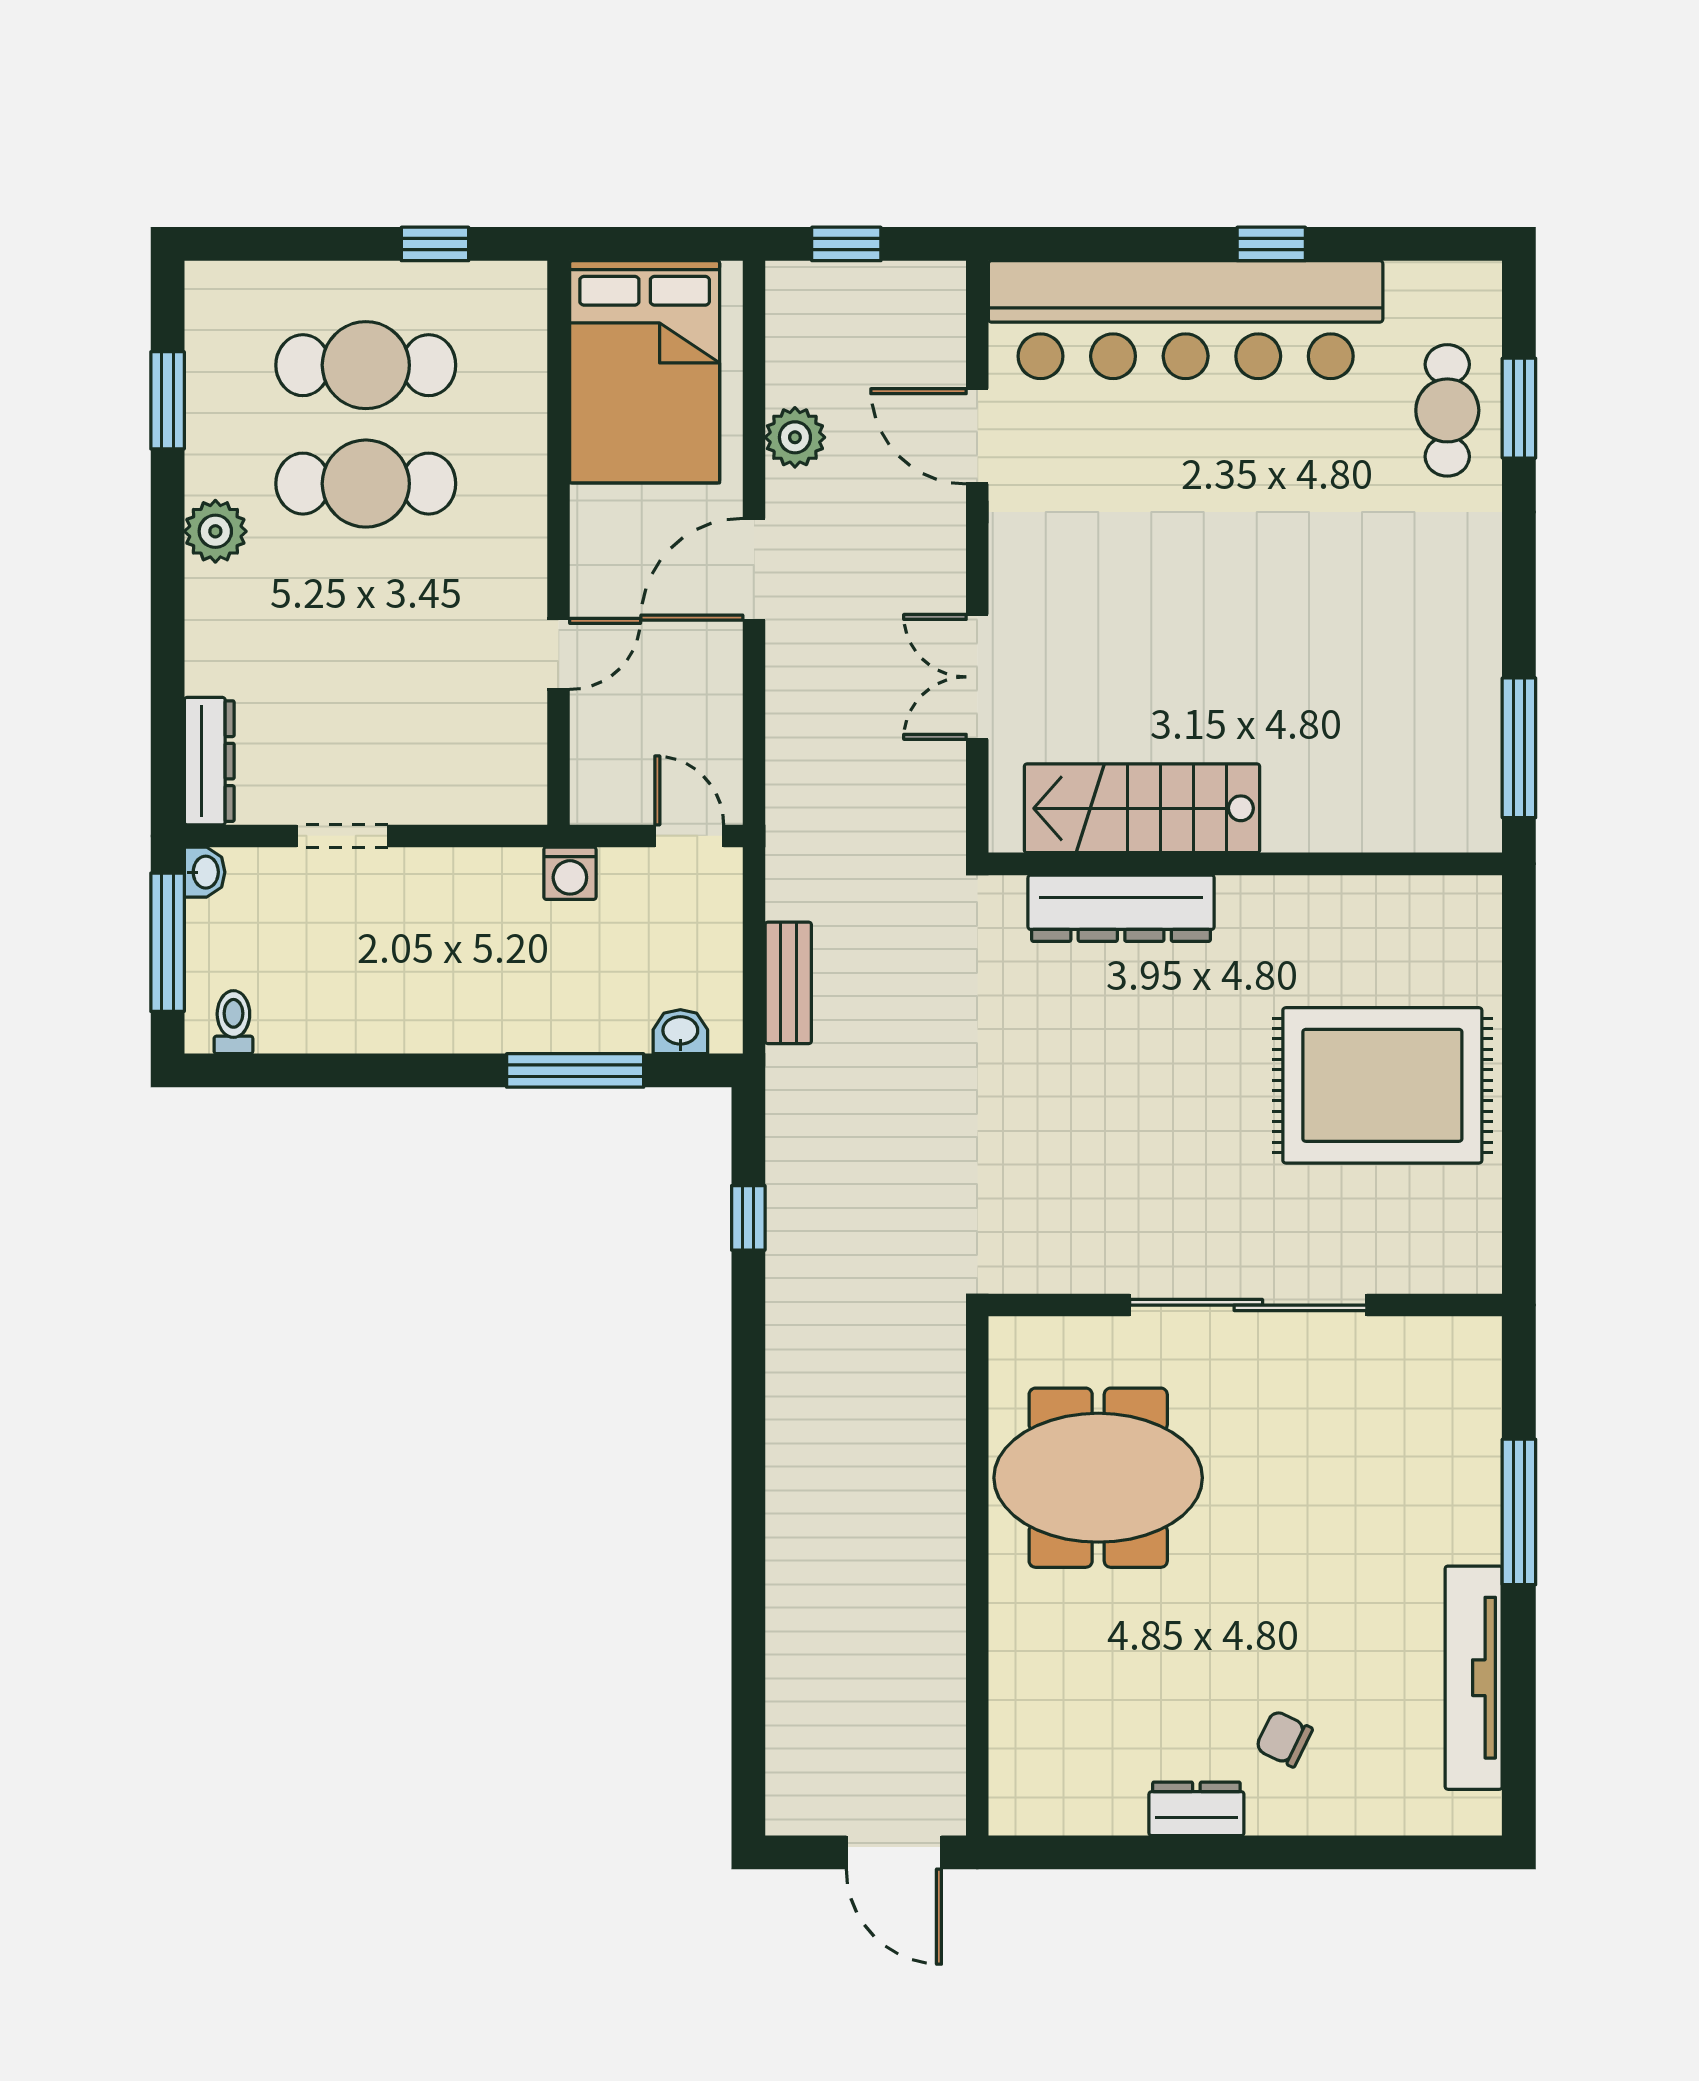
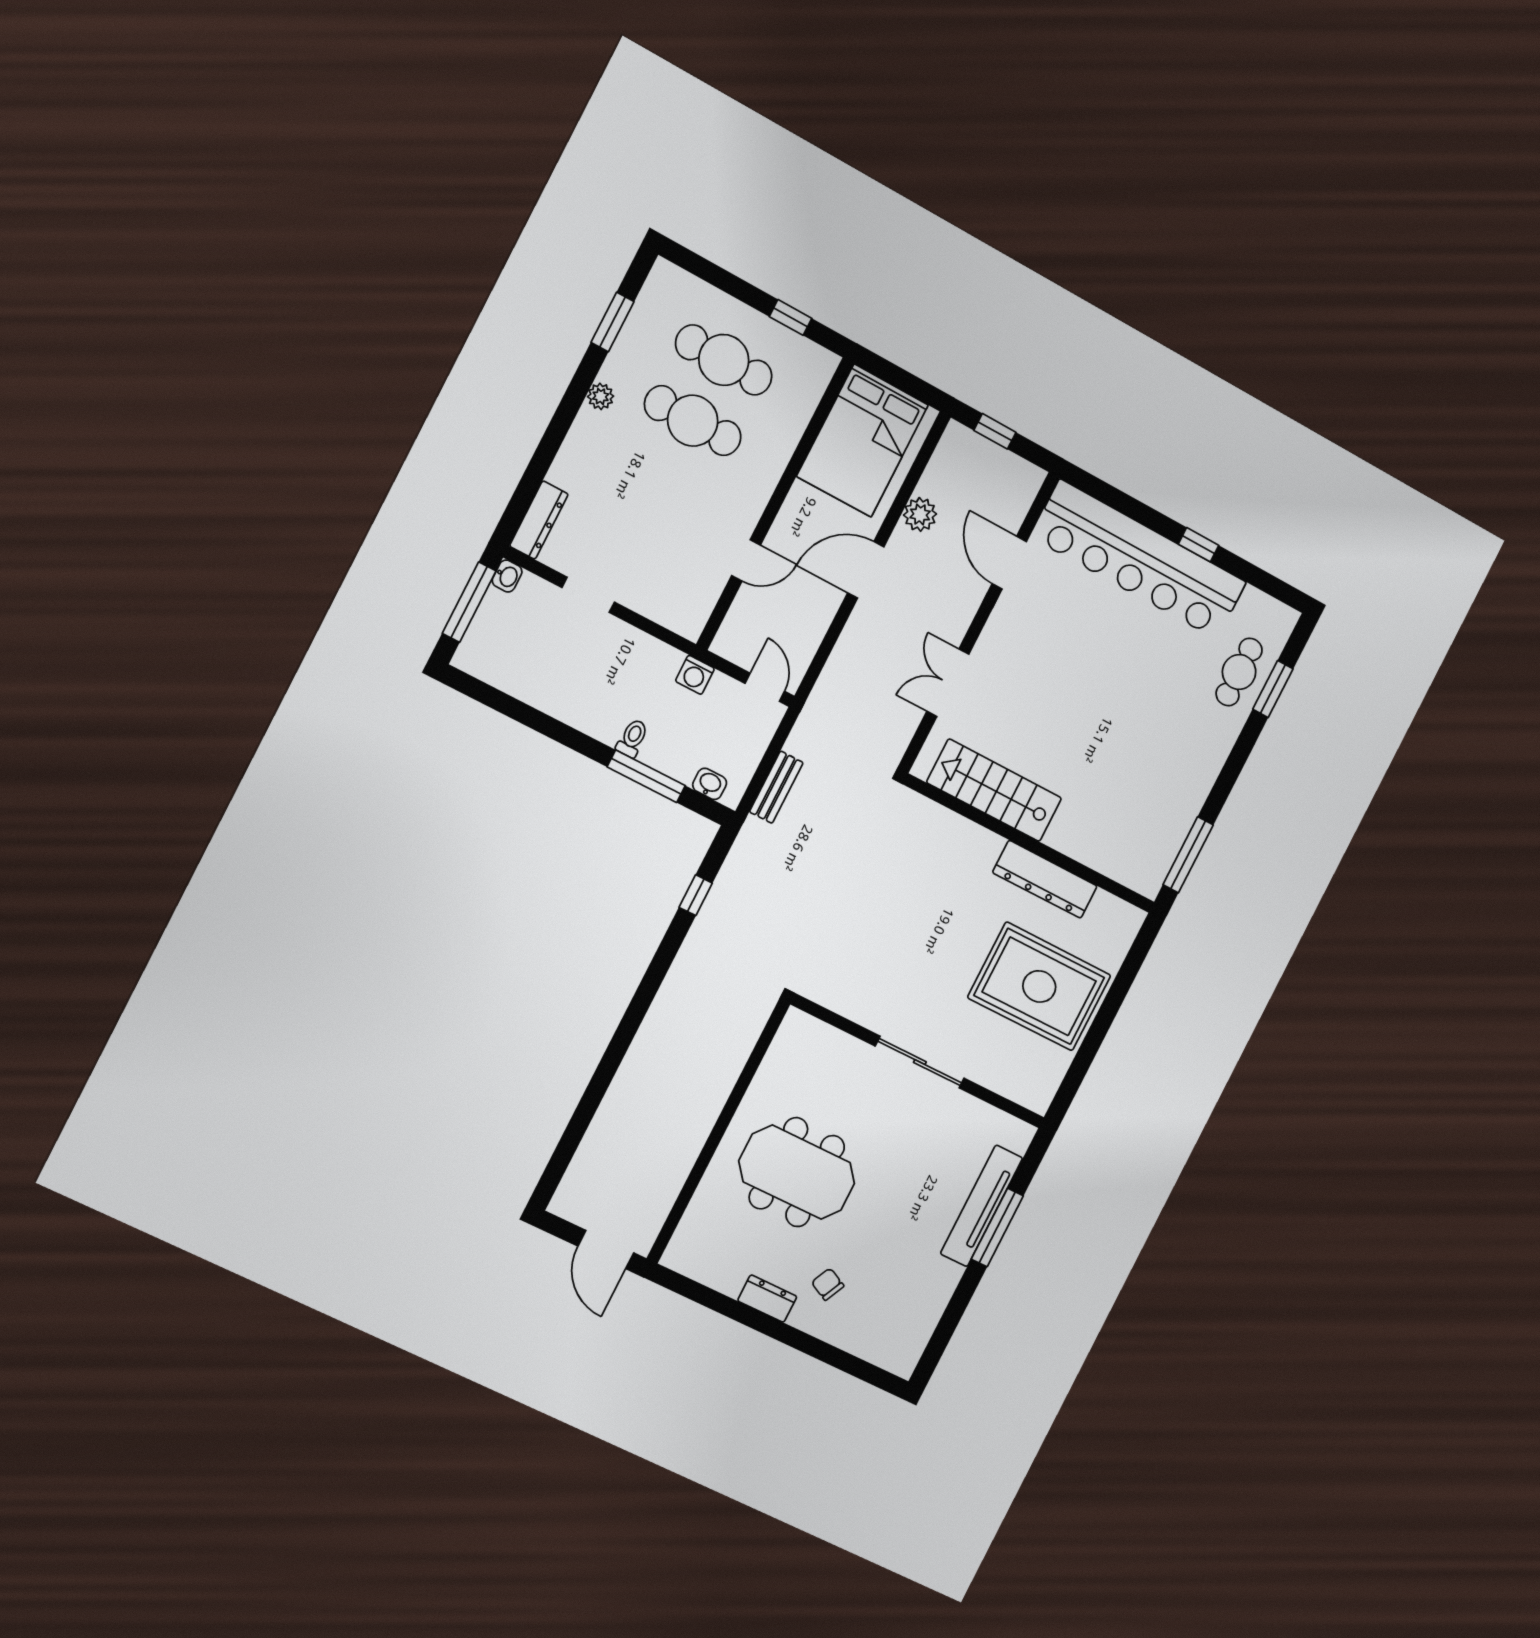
plant: (215, 531) -> (601, 396), width x0.73, depth x0.73
dresser: (1121, 908) -> (1045, 879), moved
toilet: (233, 1022) -> (632, 738), moved
sliding door: (1248, 1305) -> (920, 1062), width x0.73
meeting table: (1098, 1478) -> (797, 1172), moved
tv unit: (1474, 1678) -> (981, 1206), moved

